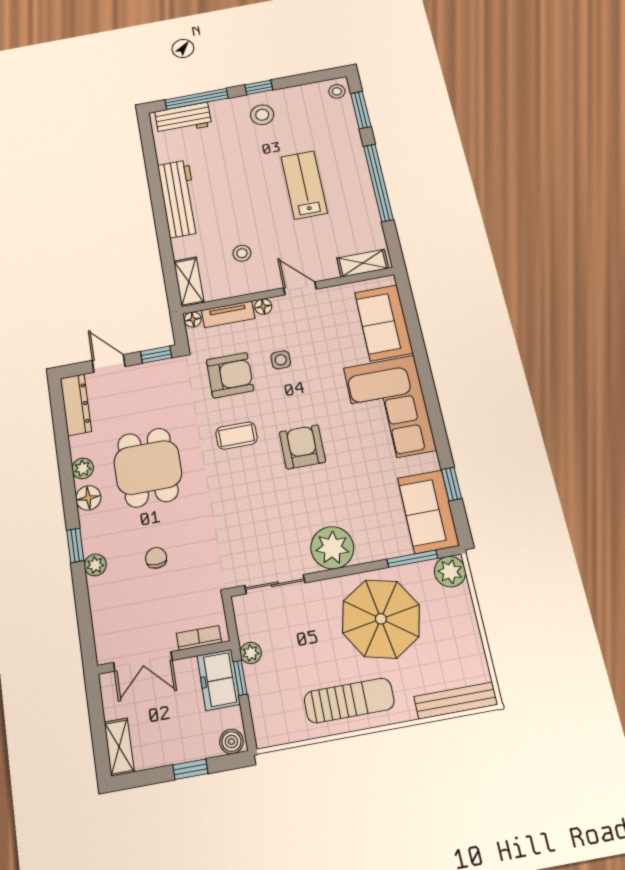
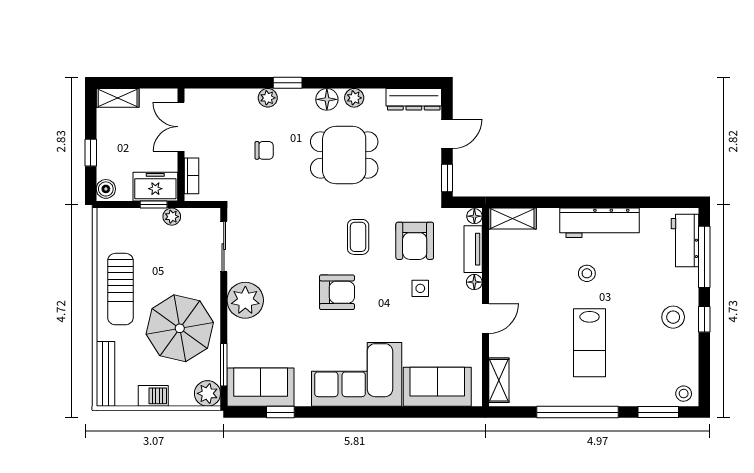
lab bench: (304, 185) -> (590, 343), turned 90
stool: (242, 253) -> (587, 273), moved
barbecue: (468, 636) -> (153, 396), added

